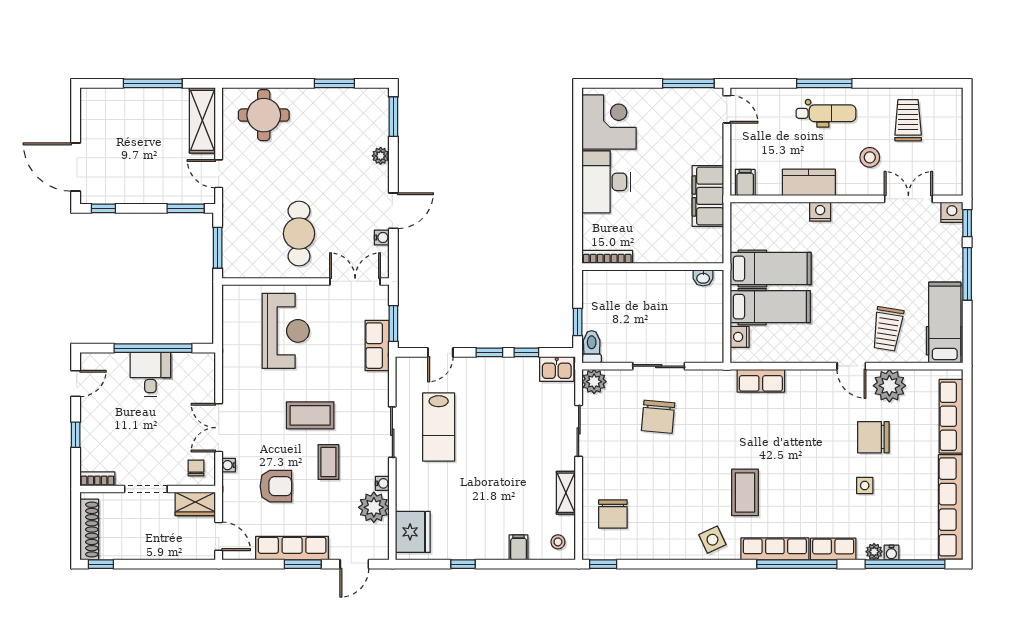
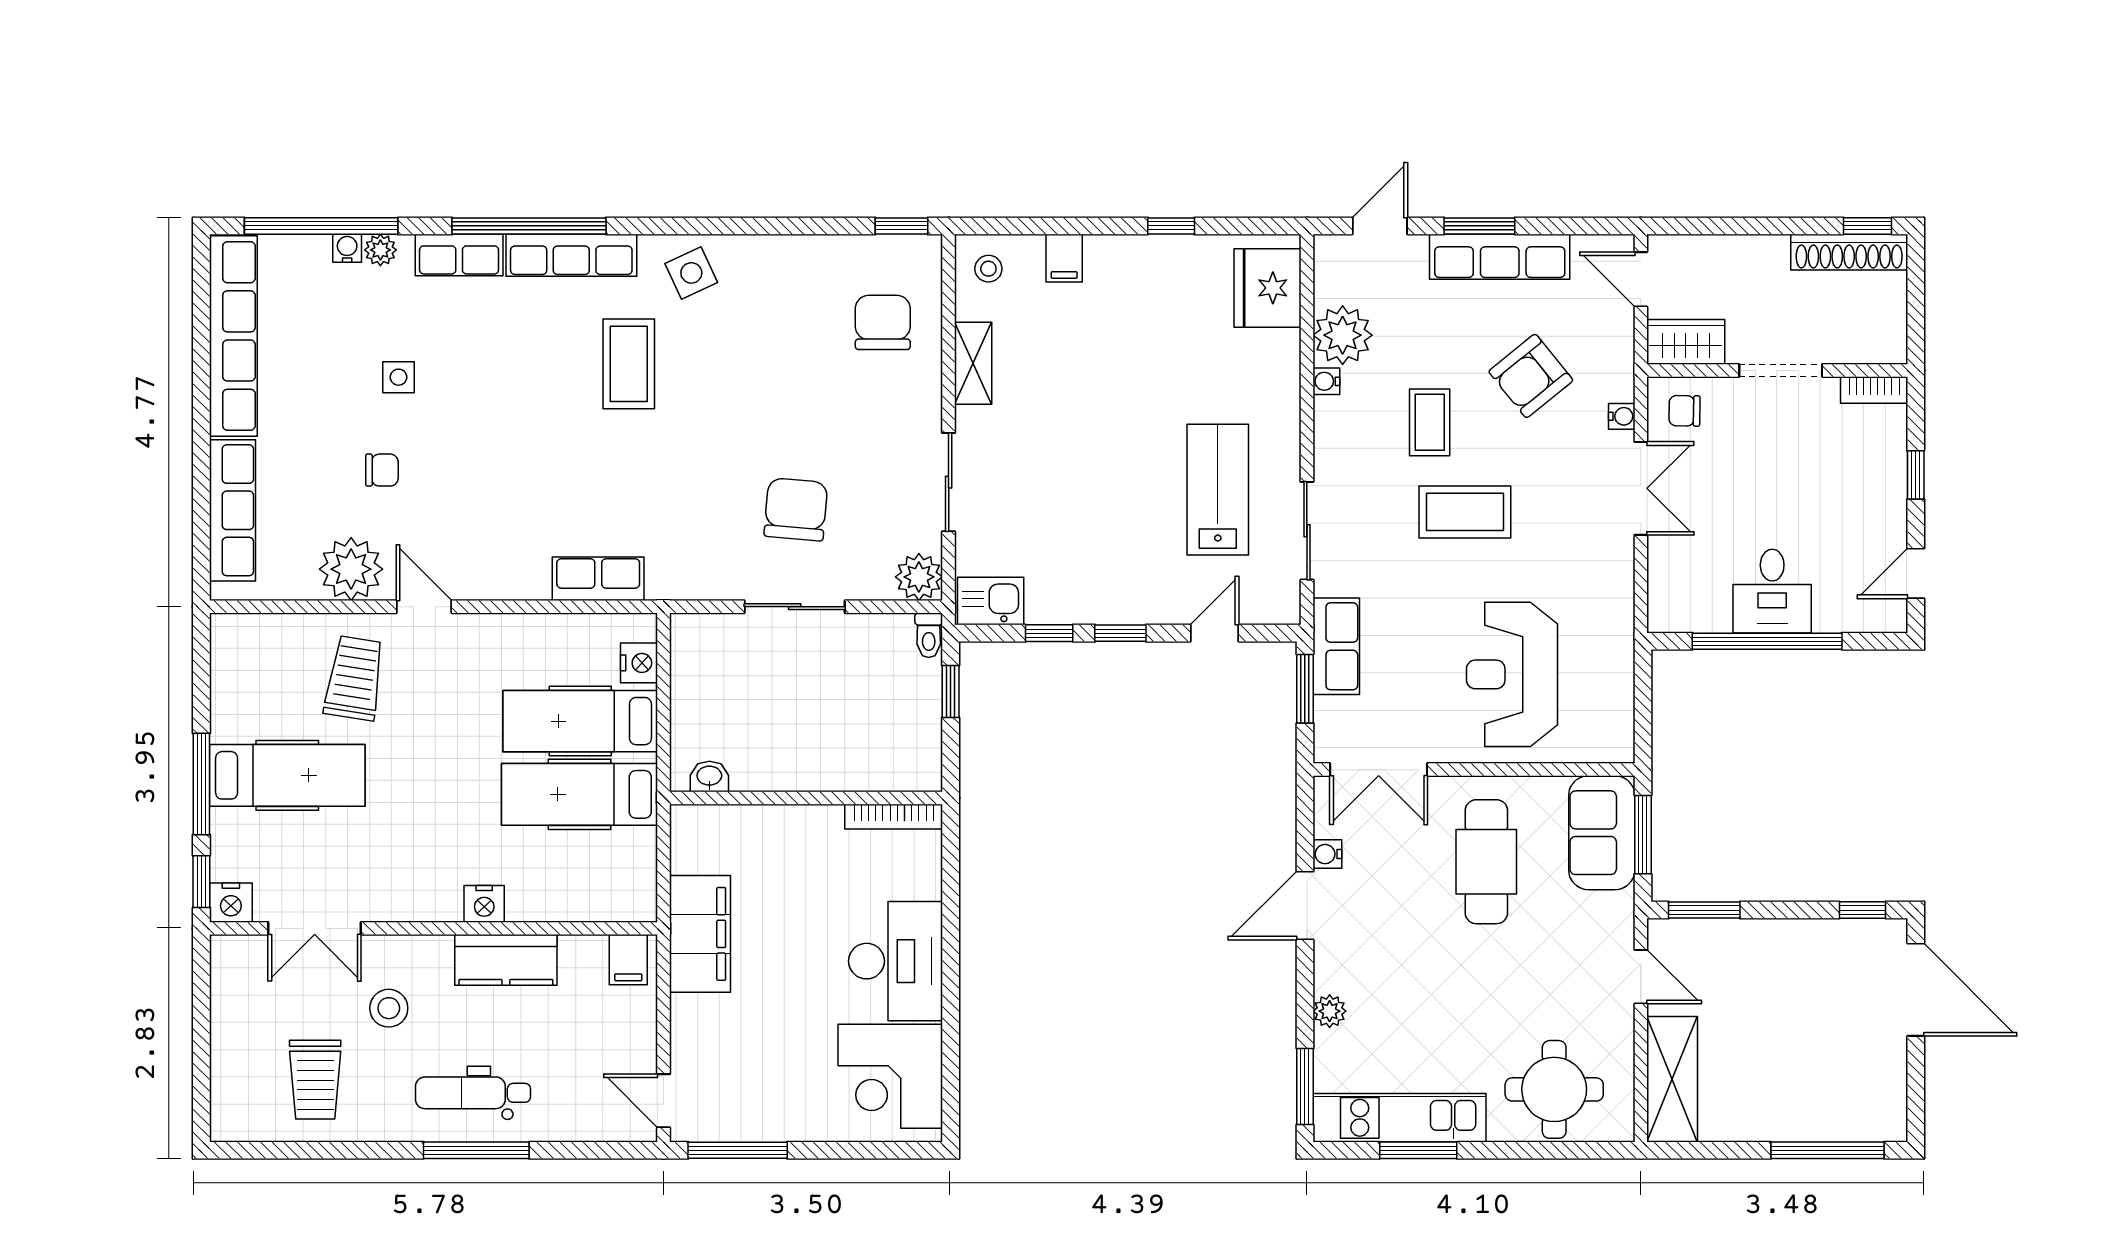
window: (153, 83) -> (1828, 1150), moved
kitchen unit: (344, 100) -> (1399, 1118), added
sofa: (239, 249) -> (1602, 833), added
hospital bed: (945, 323) -> (287, 775), moved, turned -90
toilet: (592, 347) -> (929, 635), width x0.73, depth x0.72
sliding door: (392, 432) -> (1307, 531), moved
chair: (873, 437) -> (382, 470), width x0.54, depth x0.54
chair: (196, 468) -> (1684, 411), turned 91
armchair: (276, 486) -> (1531, 376), turned -39
shoe rack: (89, 530) -> (1849, 252), moved, turned -90

